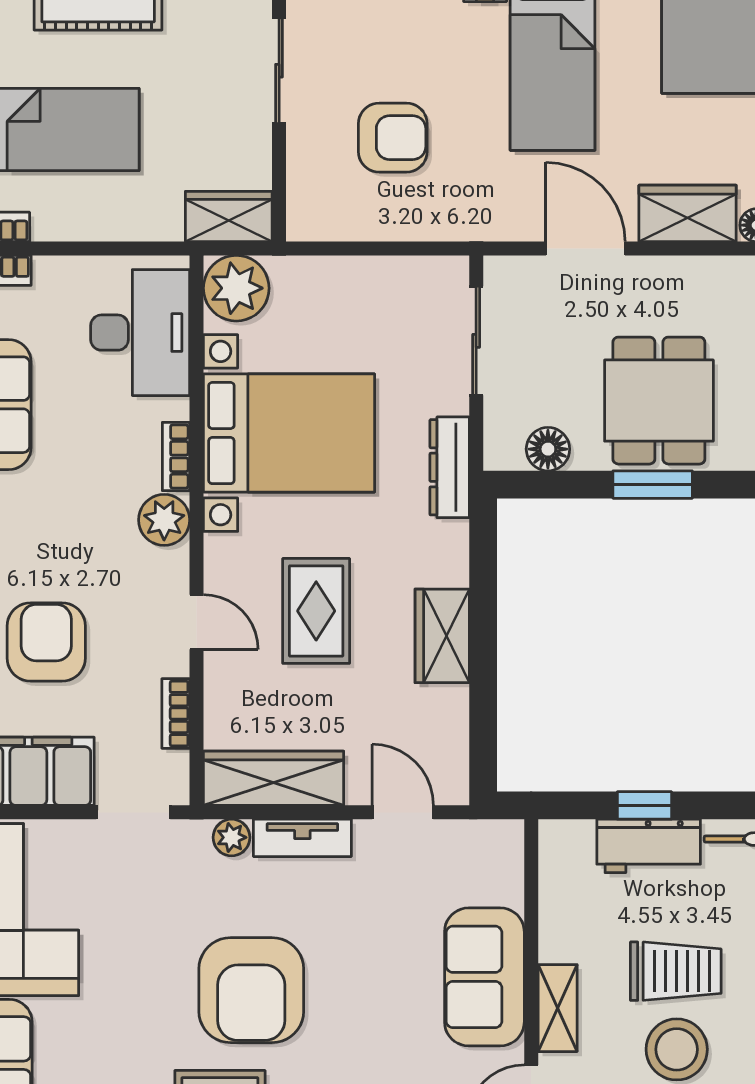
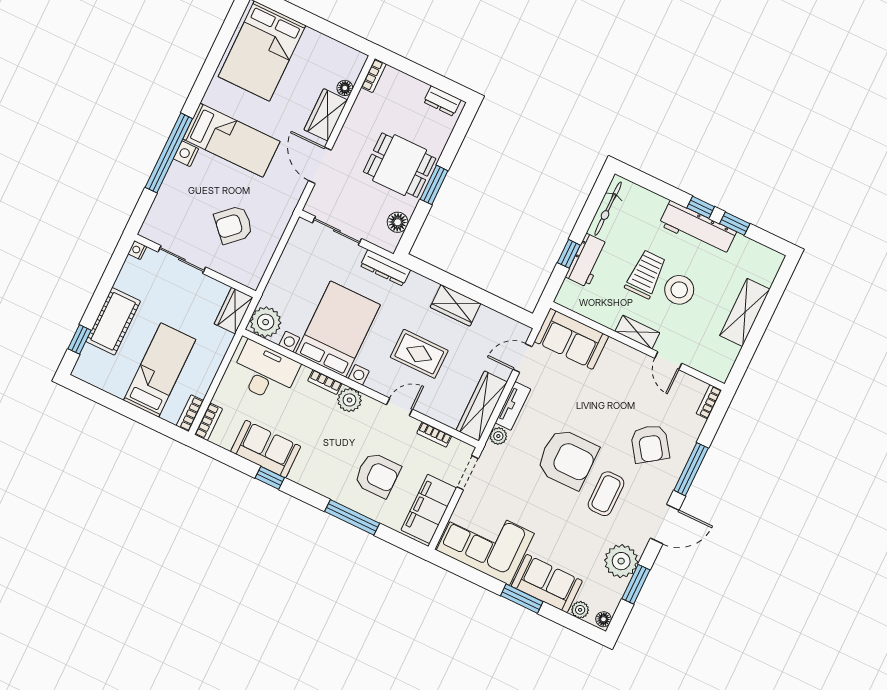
armchair: (393, 138) -> (233, 225), turned -133
door: (585, 248) -> (320, 165), hinge flipped
armchair: (46, 642) -> (377, 475), turned 180
sofa: (484, 977) -> (571, 339), moved

